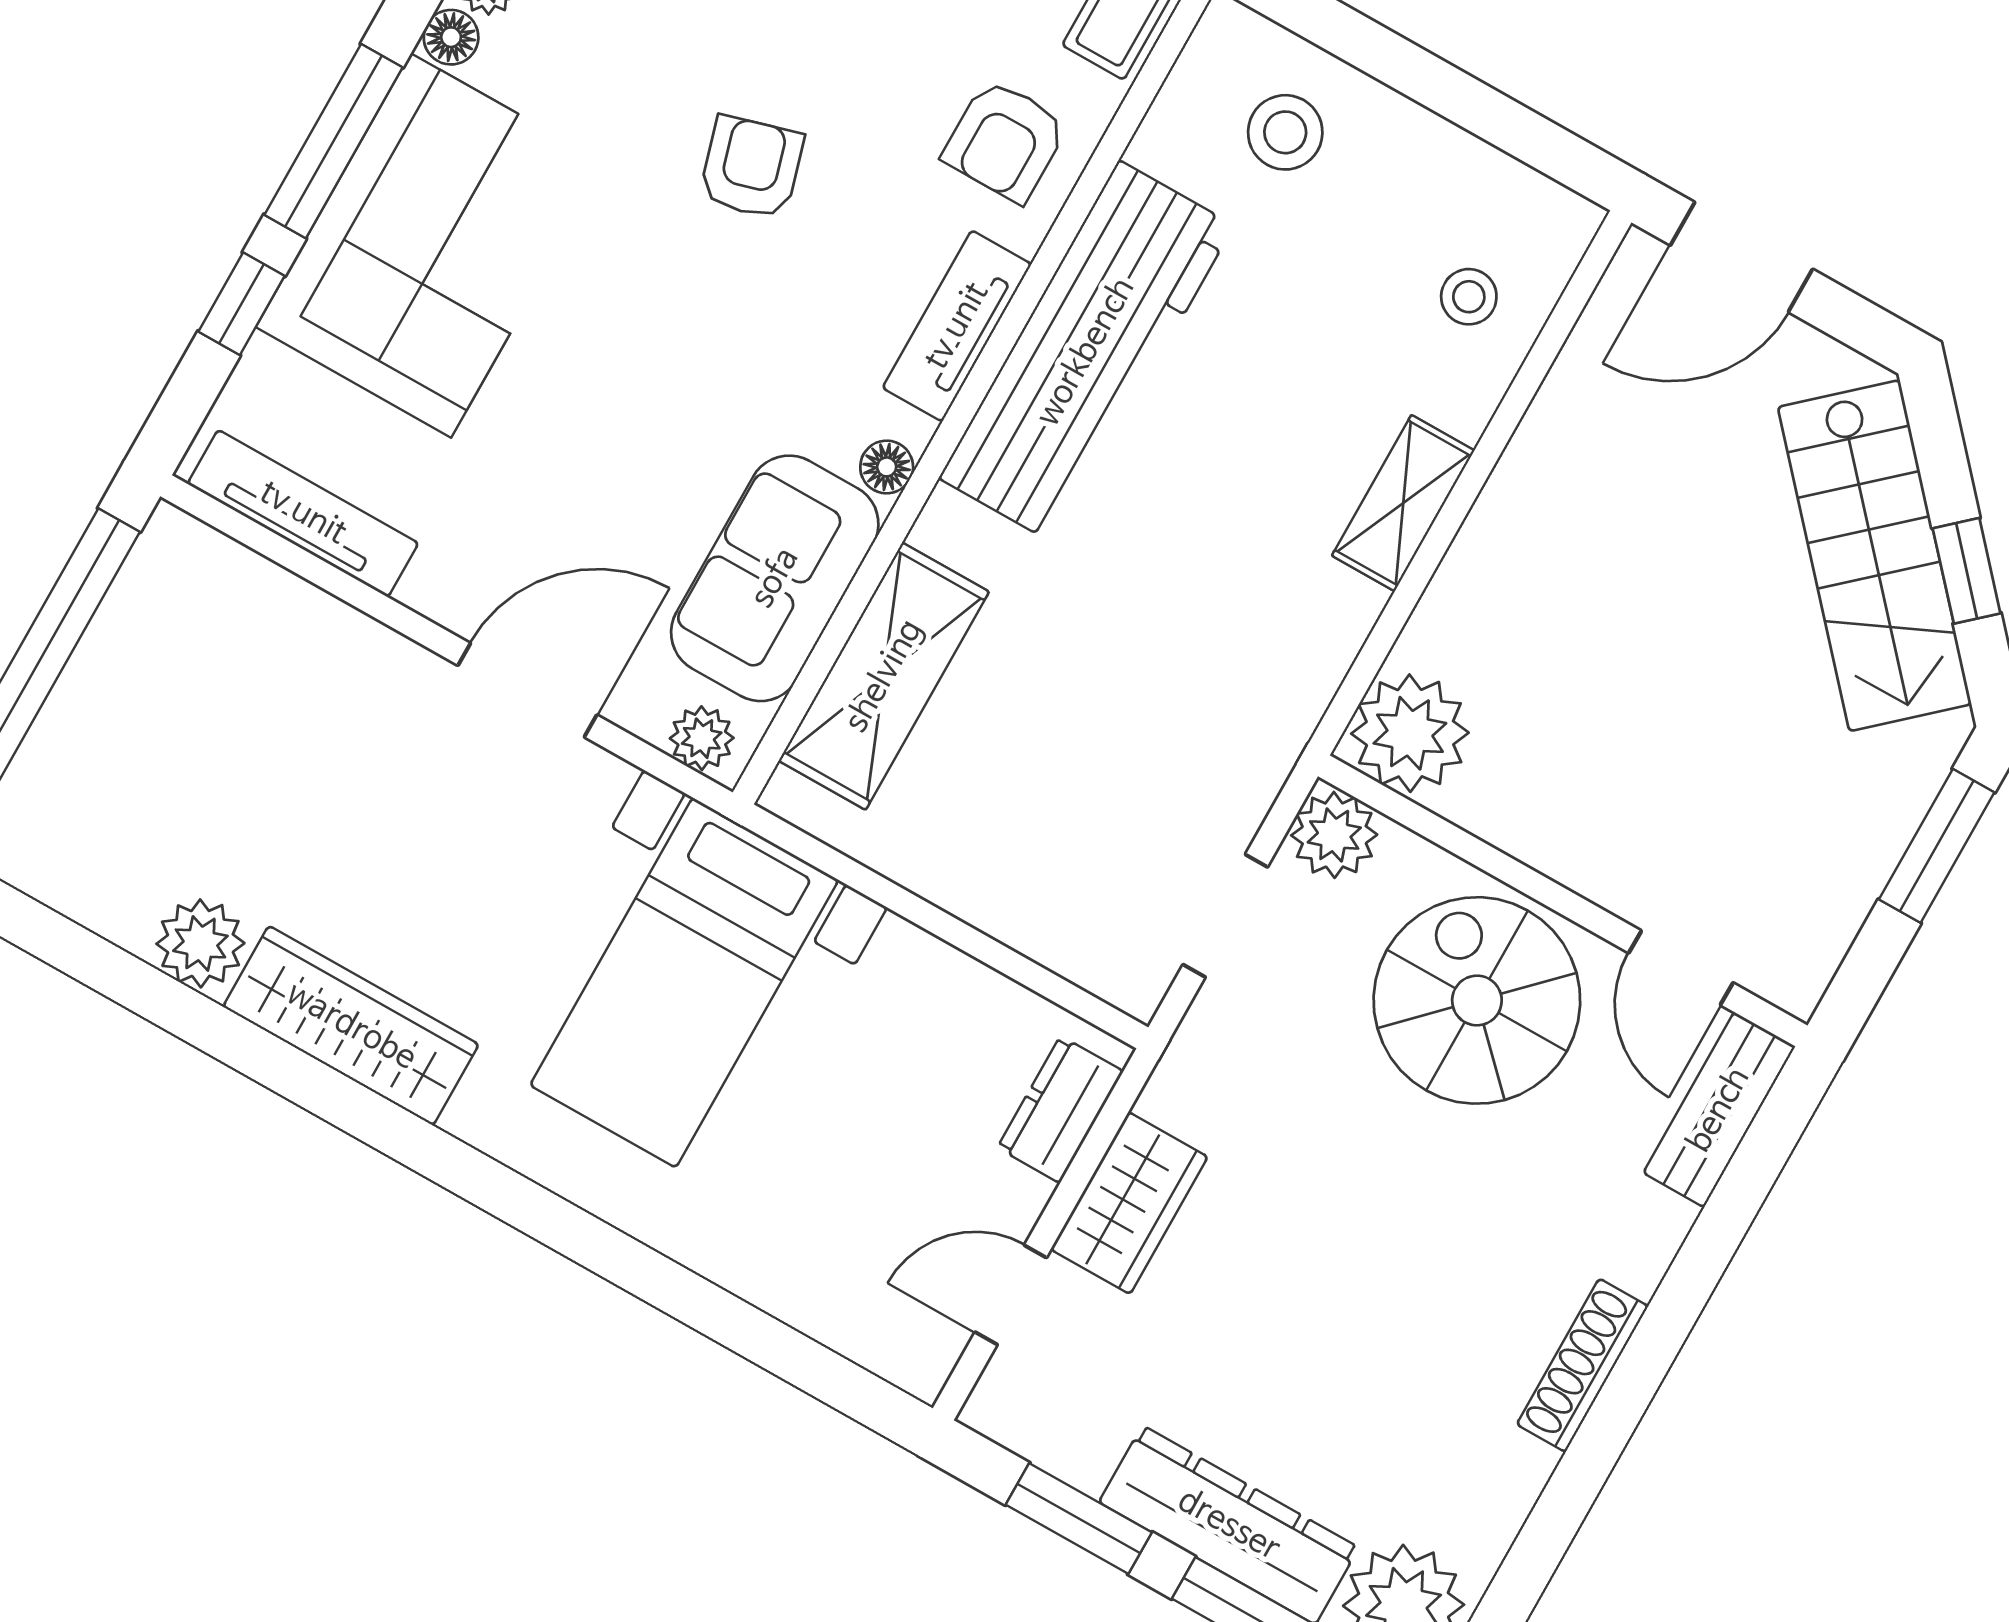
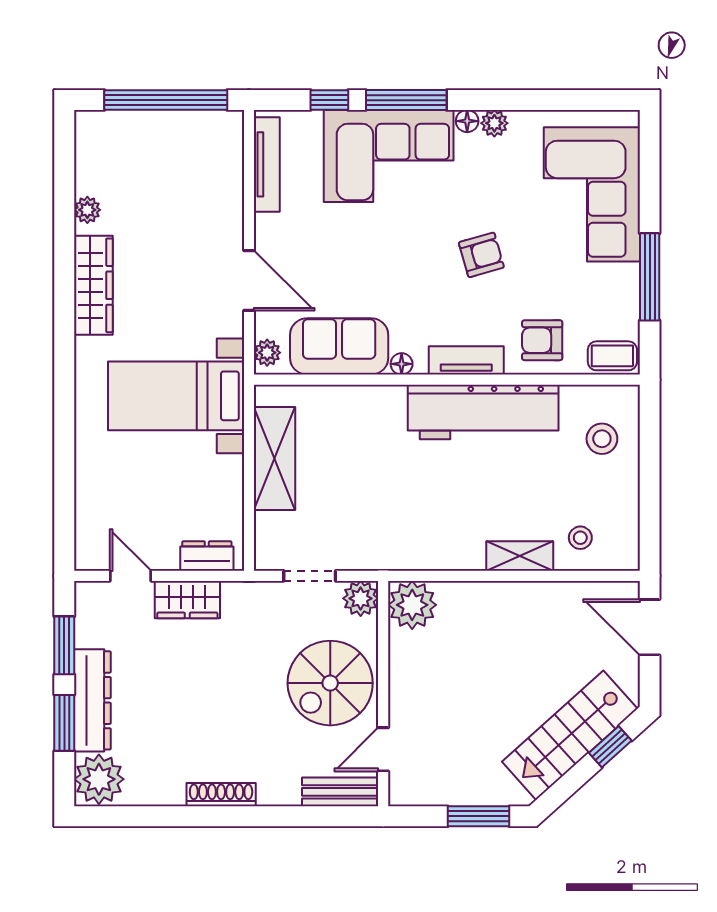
shelving: (1403, 503) -> (520, 556), moved
window: (1967, 571) -> (610, 747), moved
shelving: (884, 676) -> (275, 458), moved, turned 90
plant: (200, 943) -> (87, 210), width x0.73, depth x0.73
spiral stairs: (1477, 1000) -> (330, 683), turned 180

